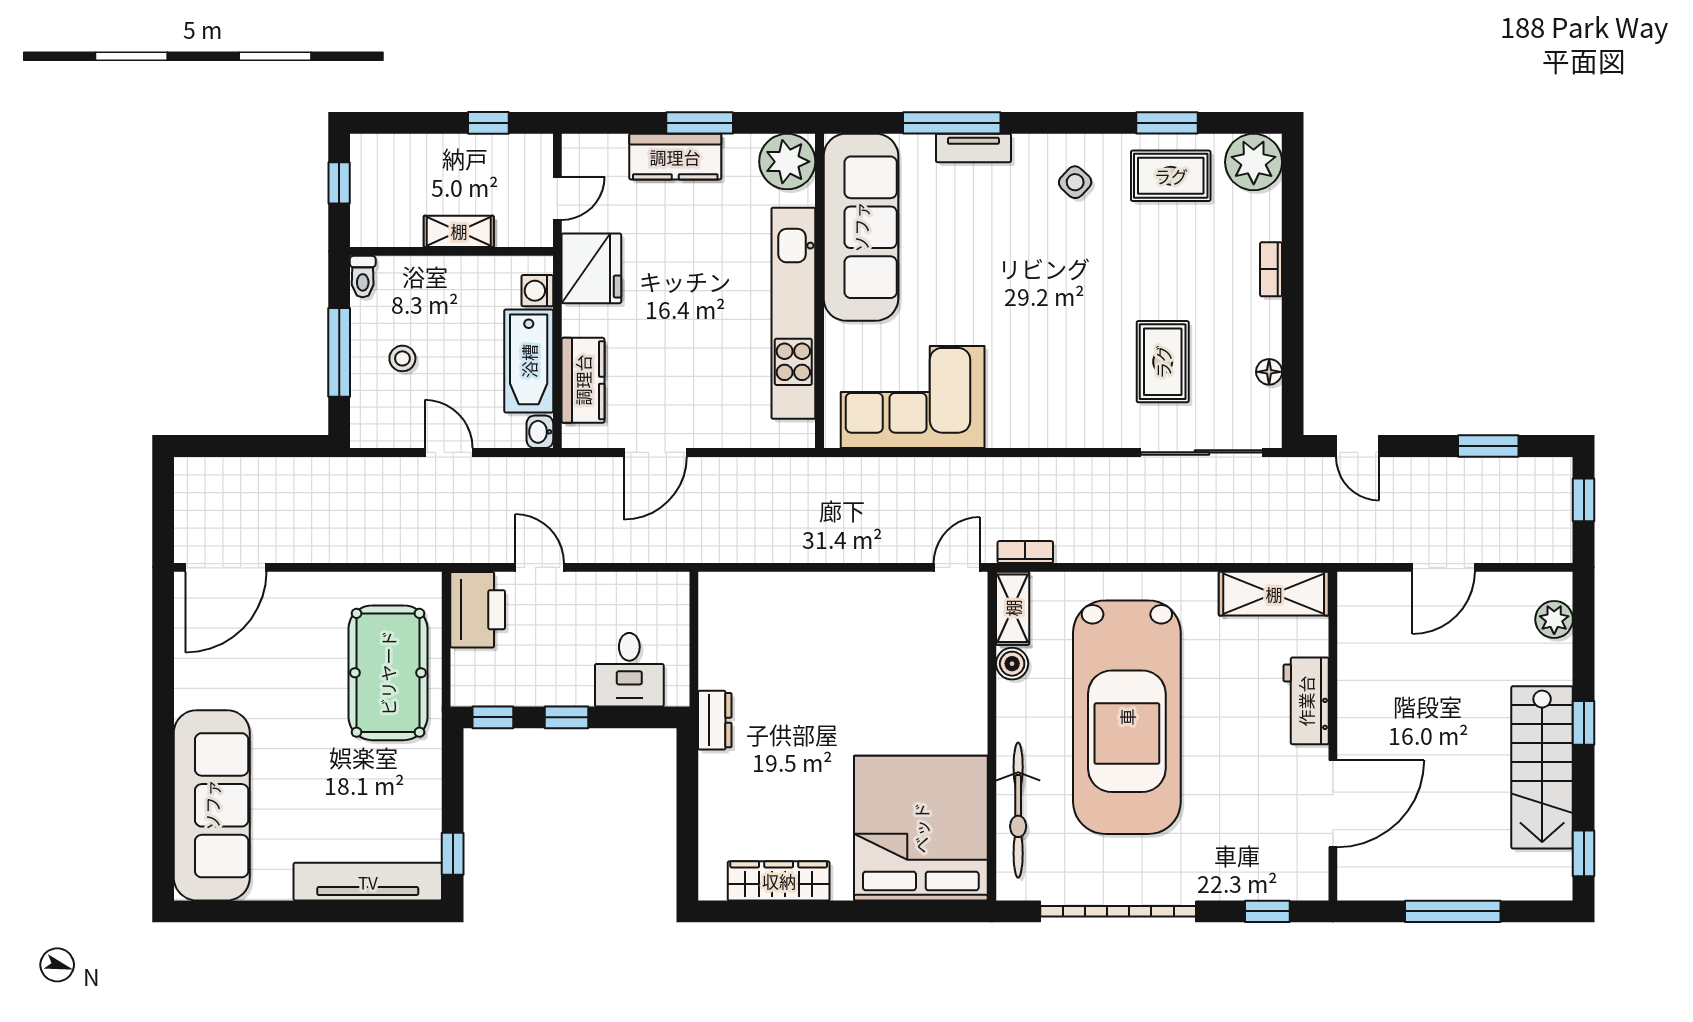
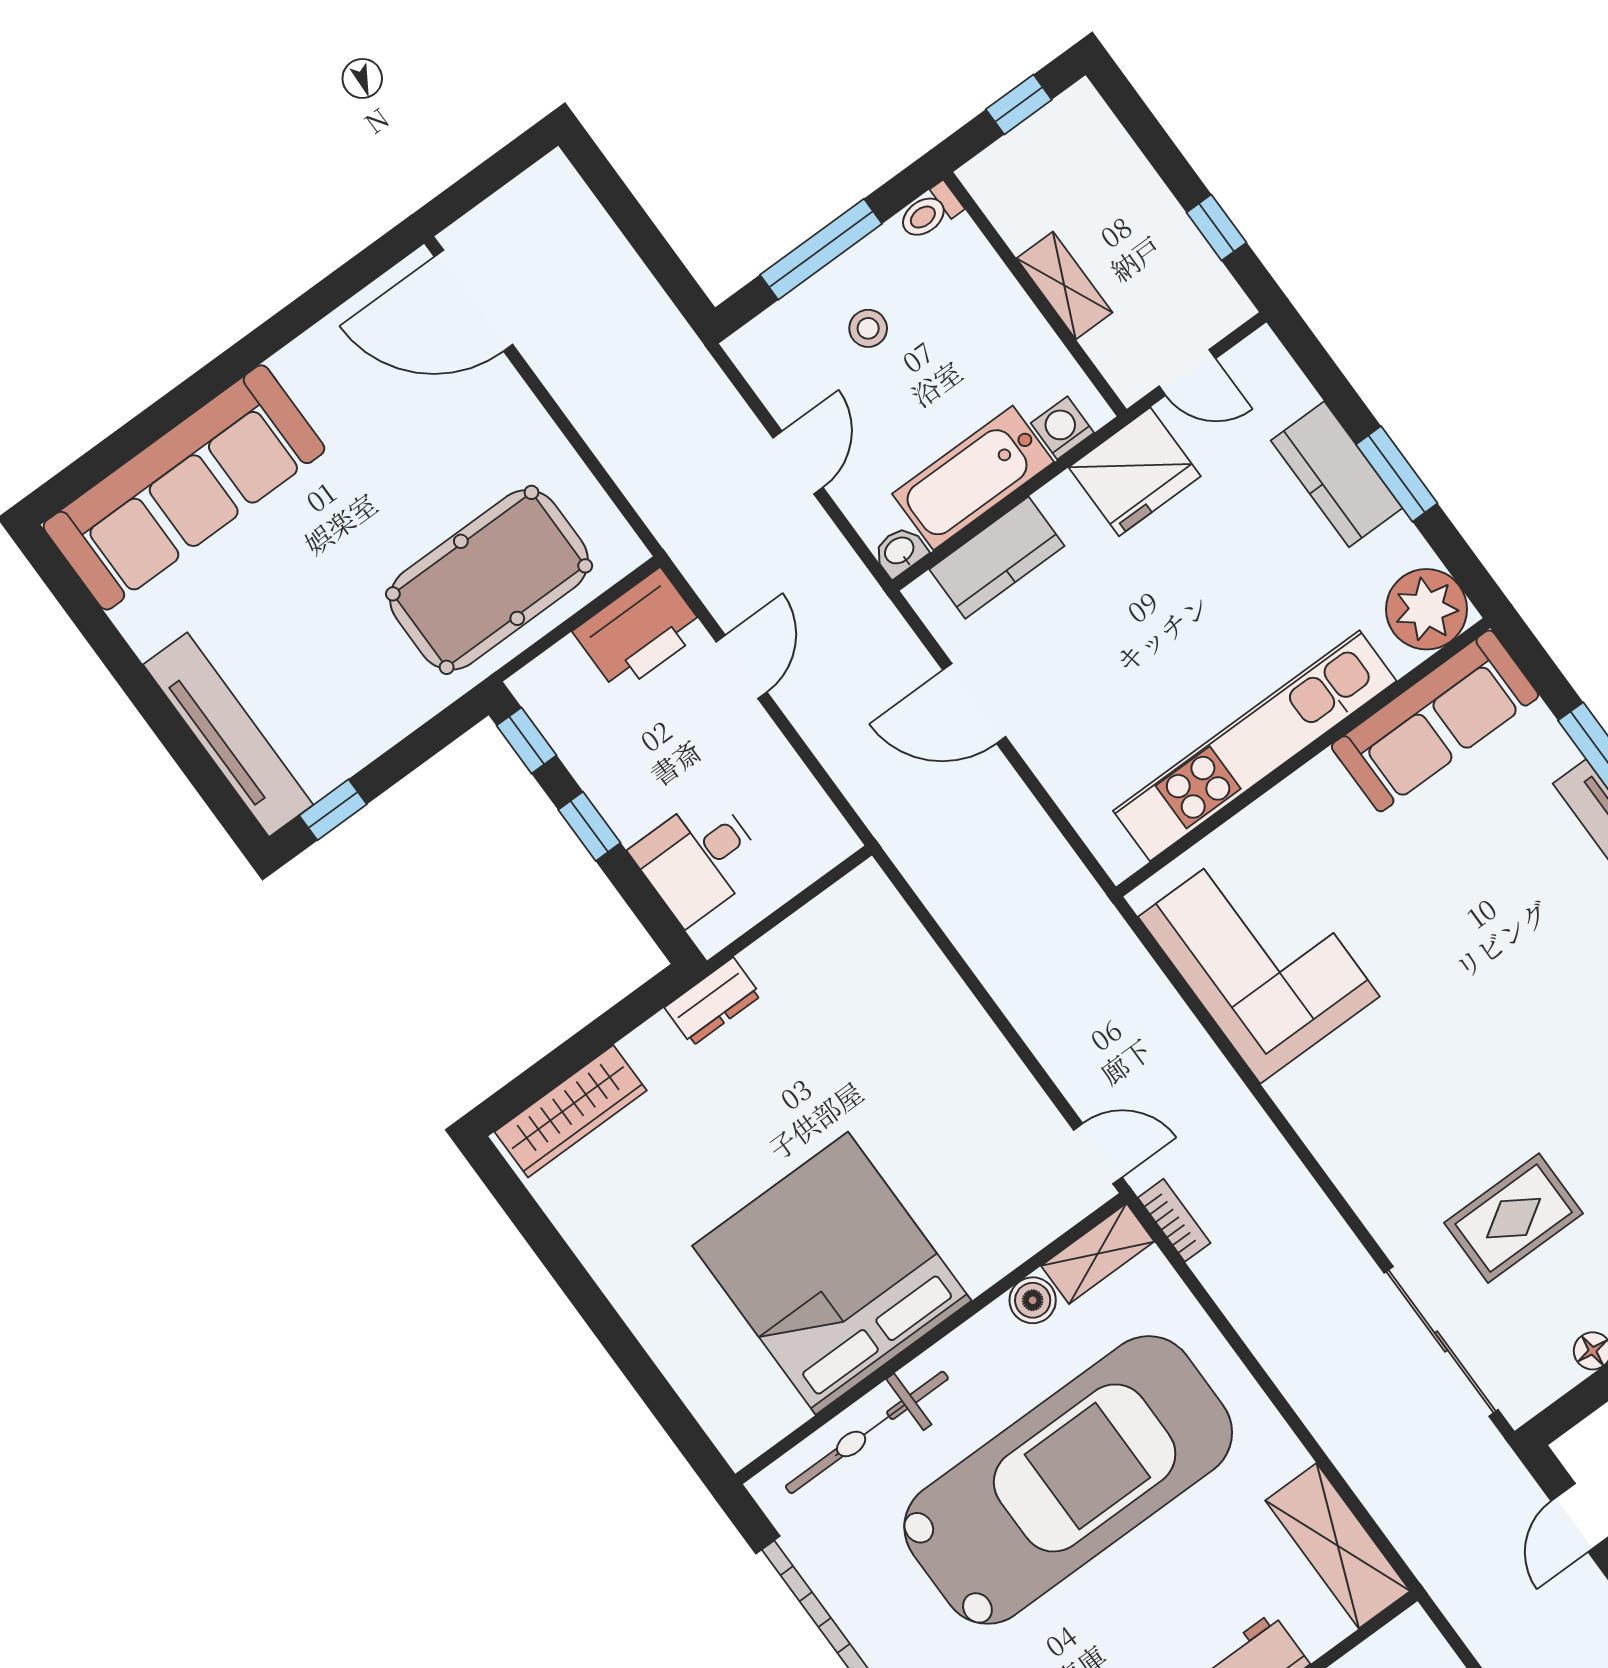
sofa: (861, 227) -> (1435, 721), width x0.74, depth x0.79
car: (1127, 717) -> (1068, 1480), turned 180
bed: (921, 828) -> (832, 1273), moved, turned -90
wardrobe: (779, 881) -> (571, 1111), moved, turned 90

